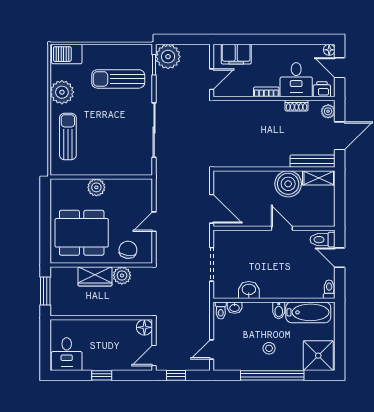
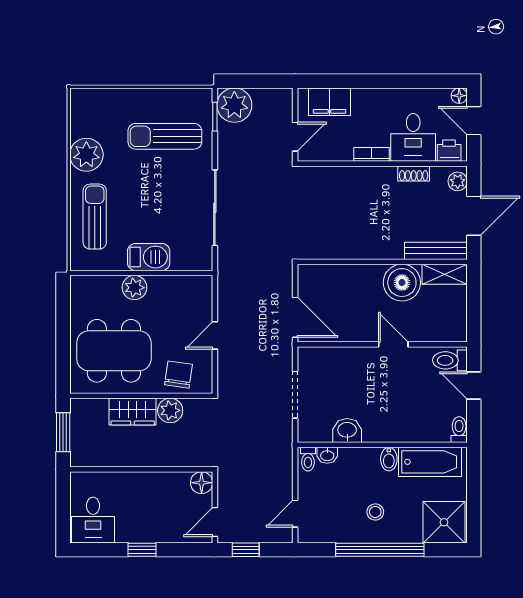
barbecue: (67, 54) -> (149, 257), moved, turned 180

